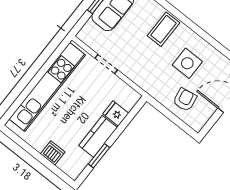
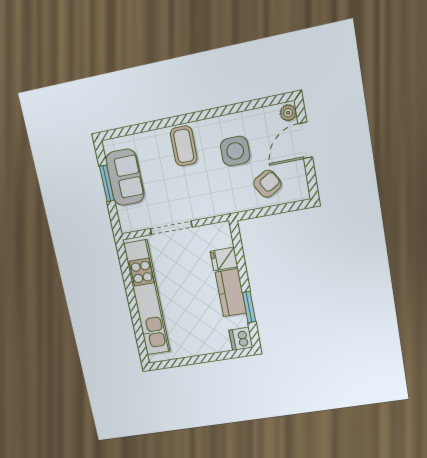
doorway: (106, 64) -> (171, 228), width x1.38
armchair: (185, 100) -> (267, 184), turned 70
dishwasher: (53, 153) -> (241, 339), moved, turned -90

